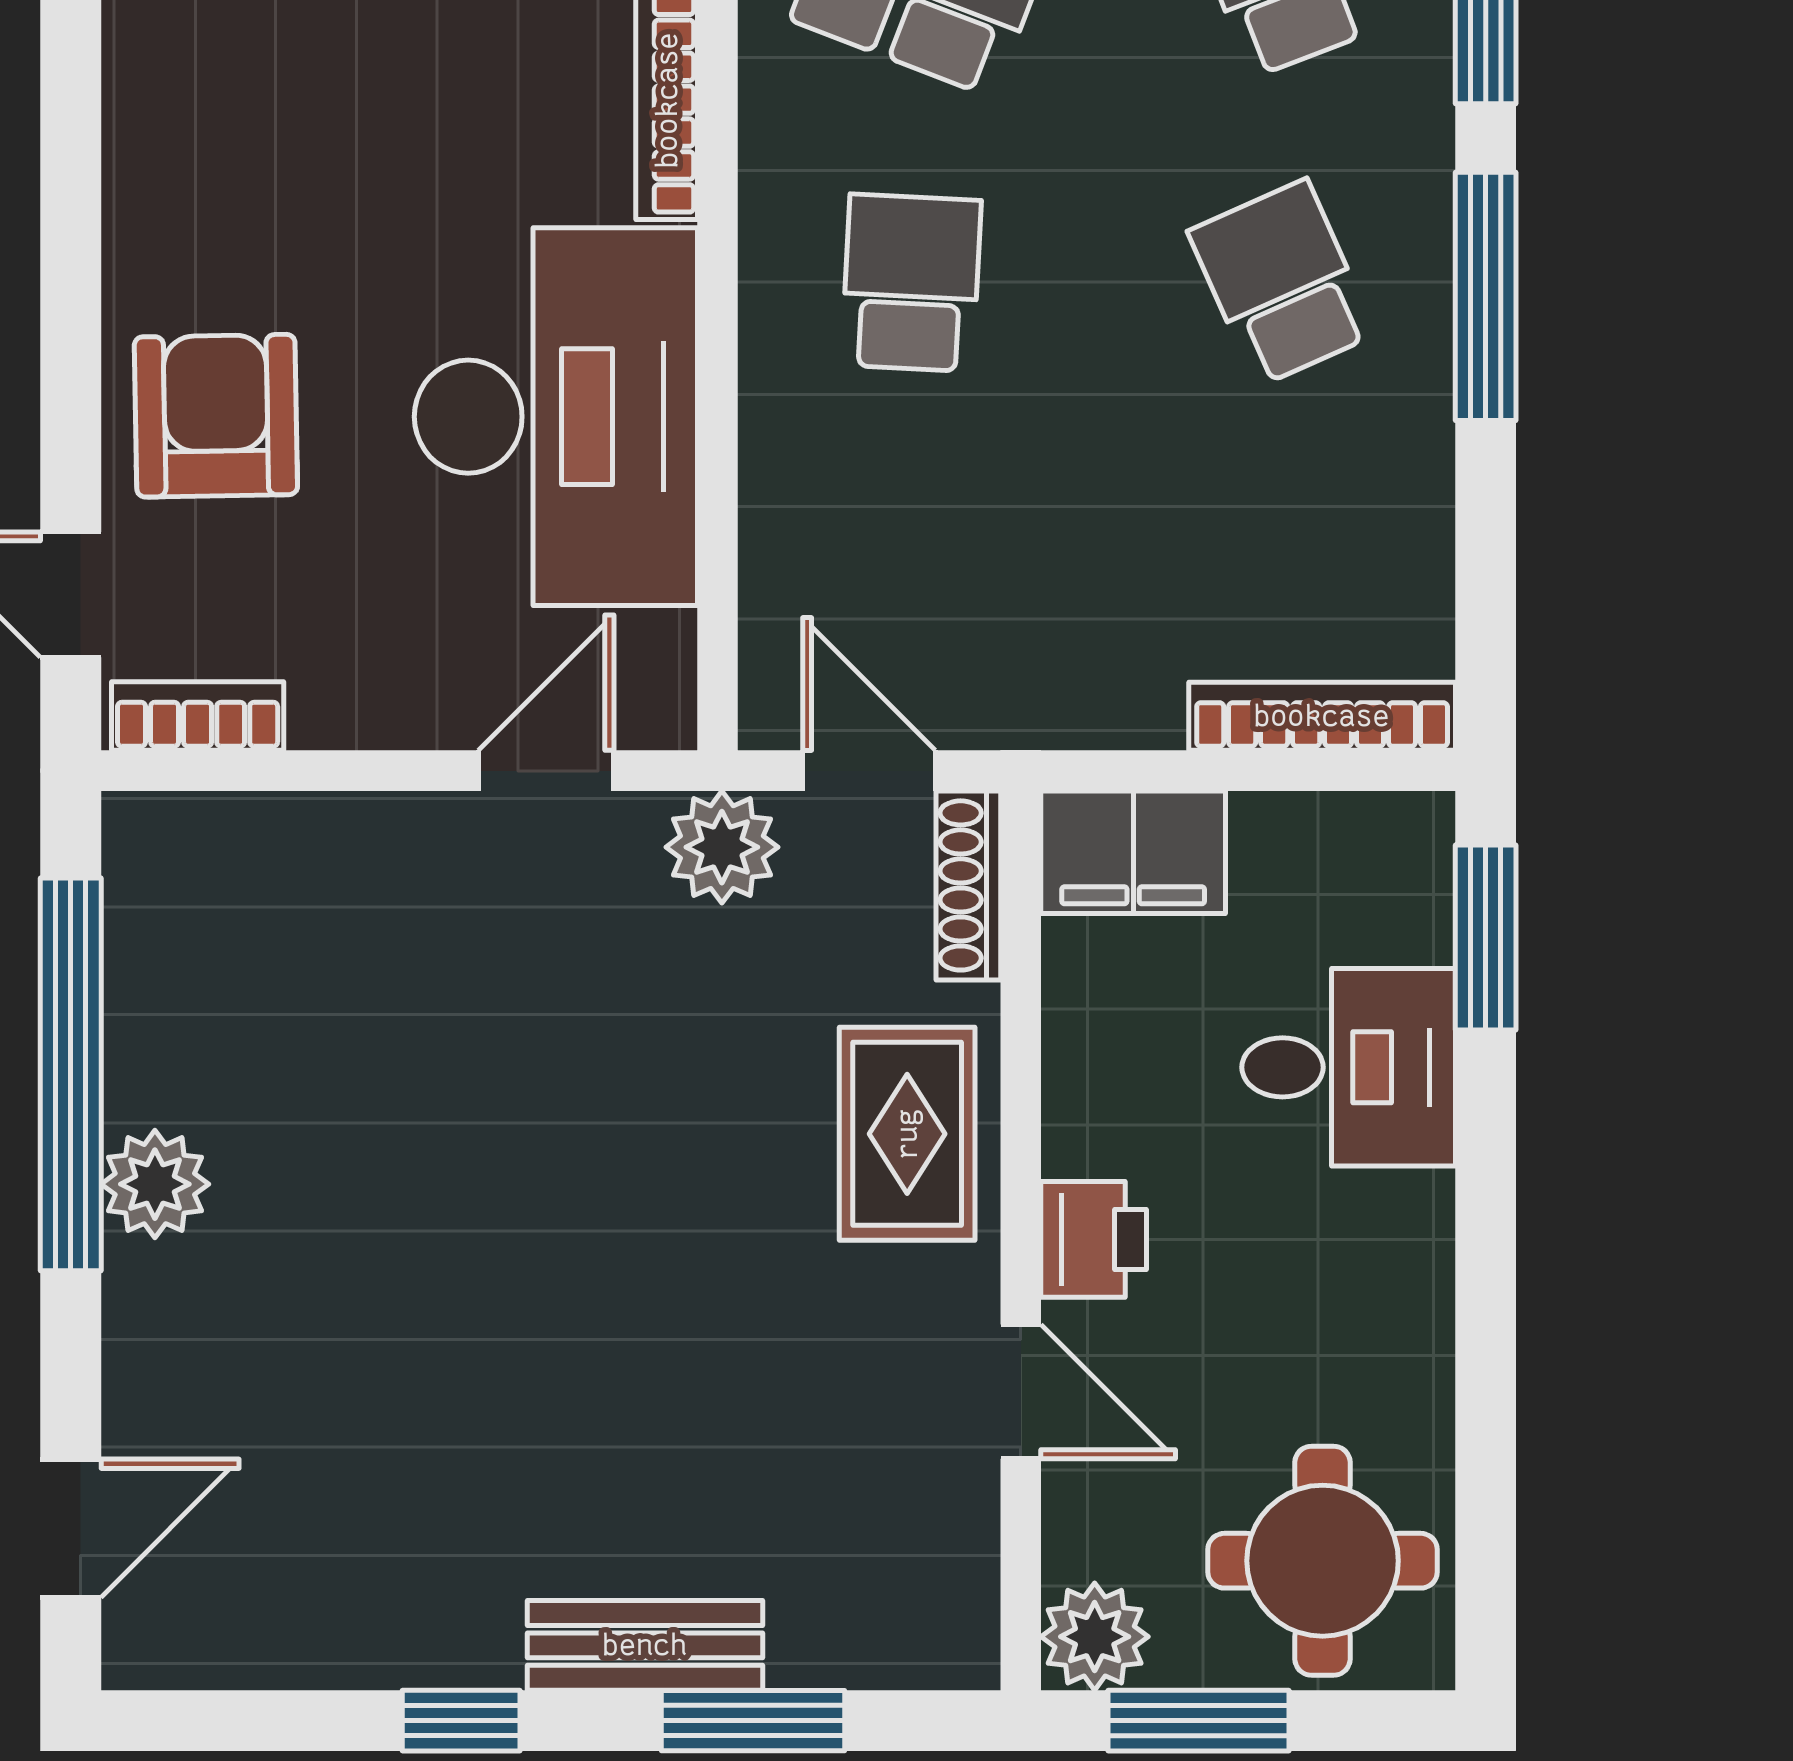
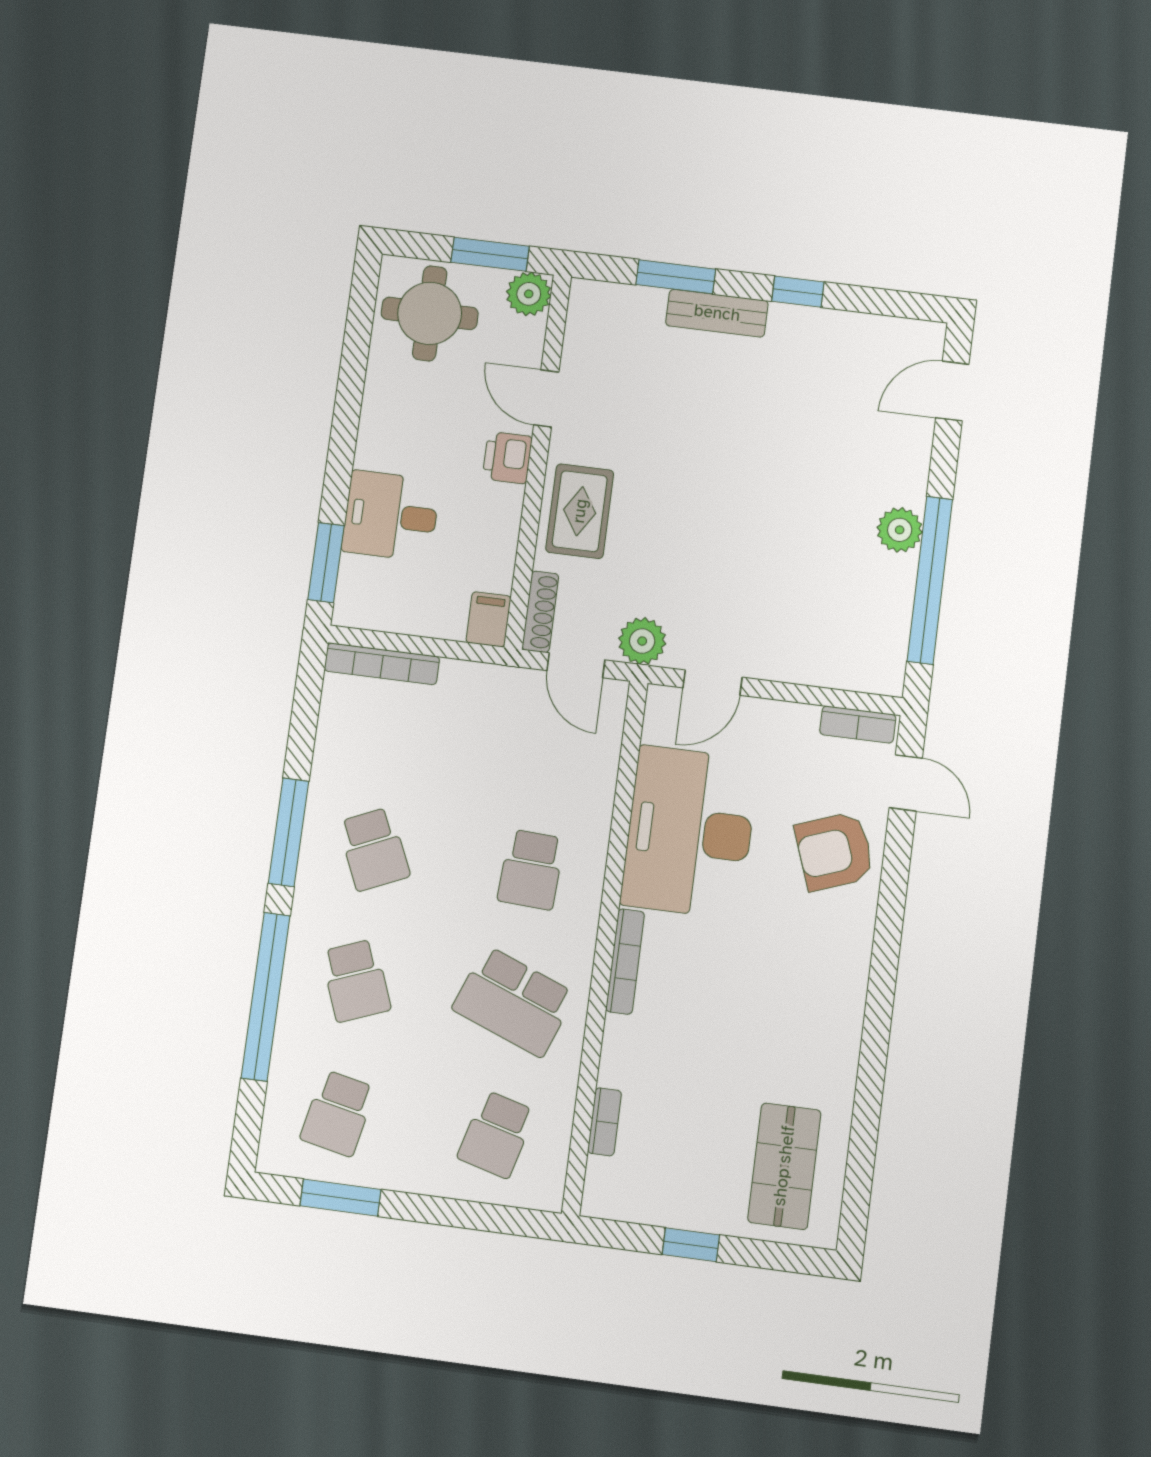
armchair: (216, 416) -> (835, 851), turned 71
filing cabinet: (1133, 852) -> (488, 619), width x0.50

